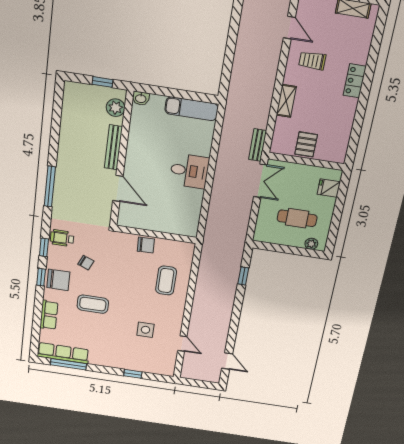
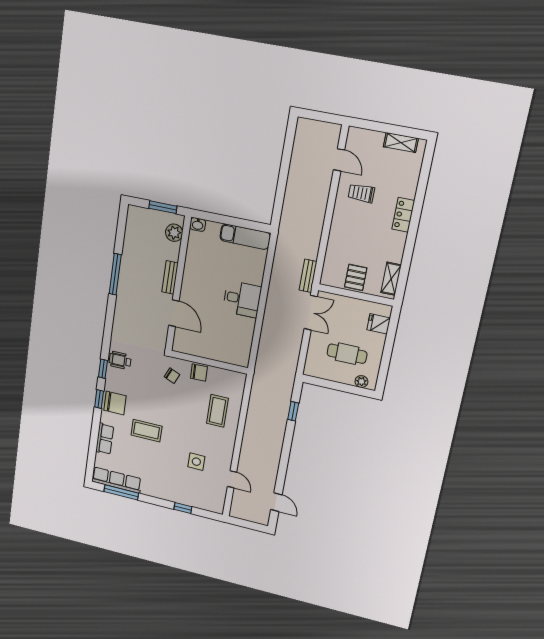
window: (102, 82) -> (163, 207), width x1.50
shelving: (286, 101) -> (391, 279), moved
bench: (113, 147) -> (170, 277), width x0.73
window: (50, 186) -> (115, 274), moved
chair: (86, 263) -> (172, 376), moved

